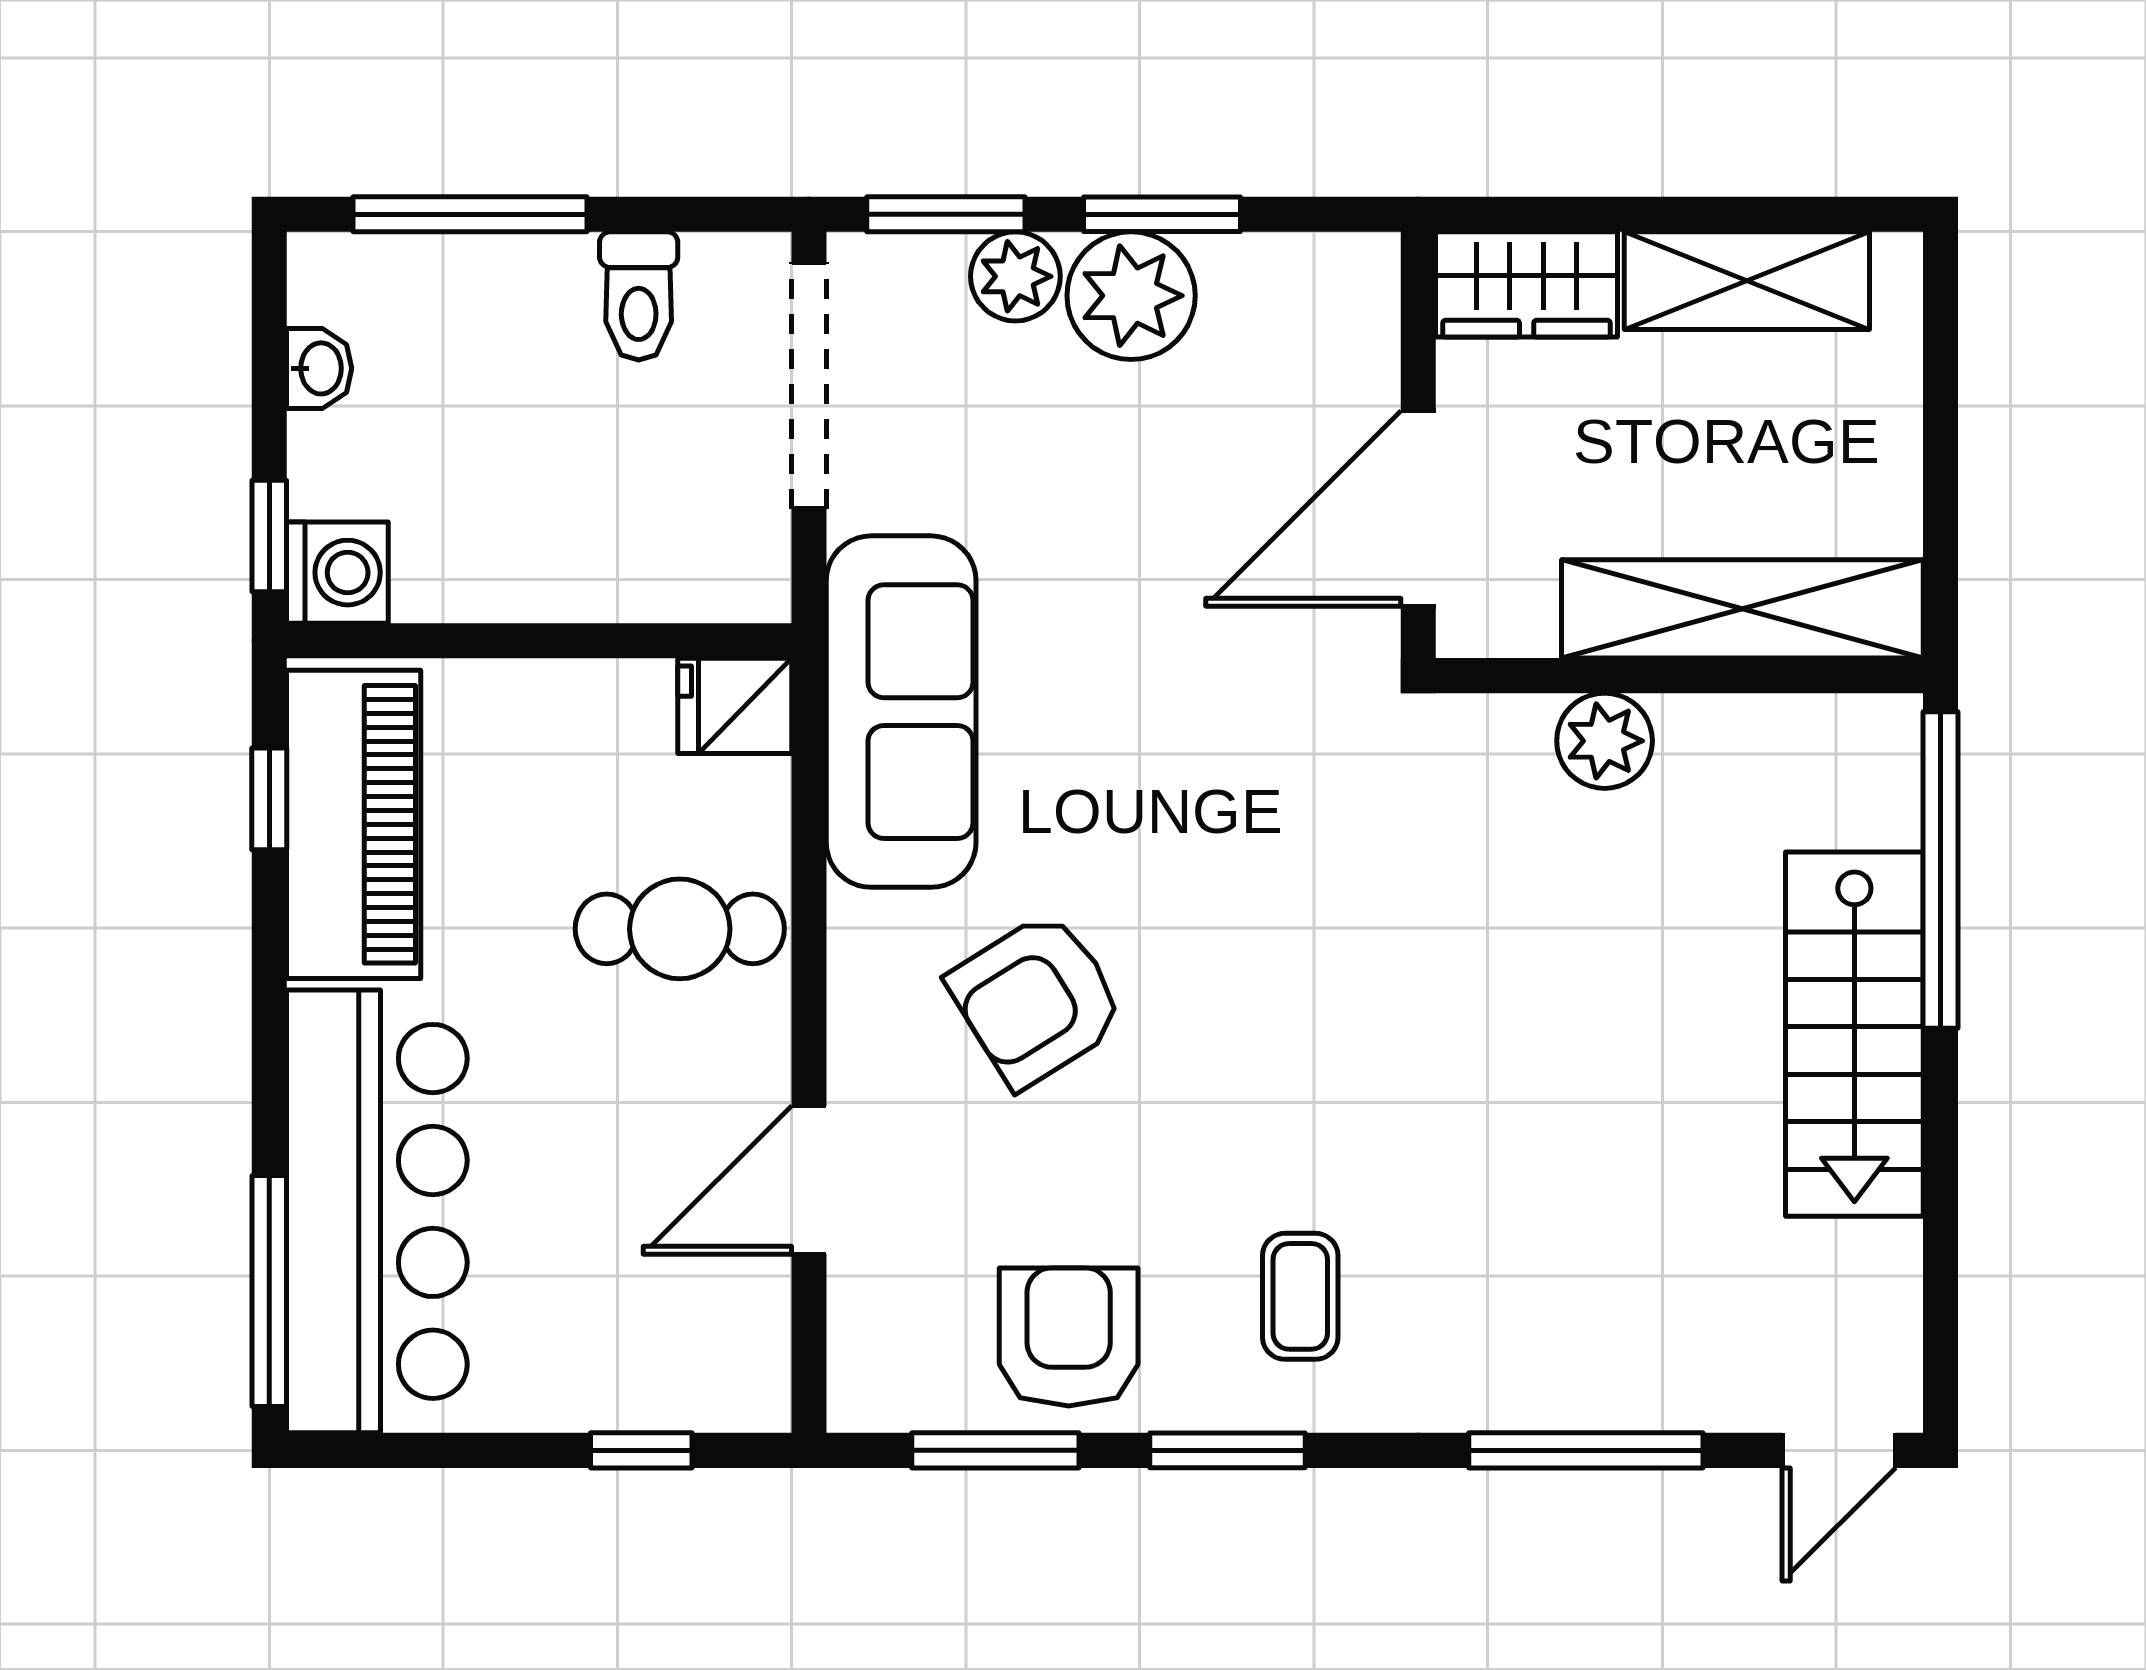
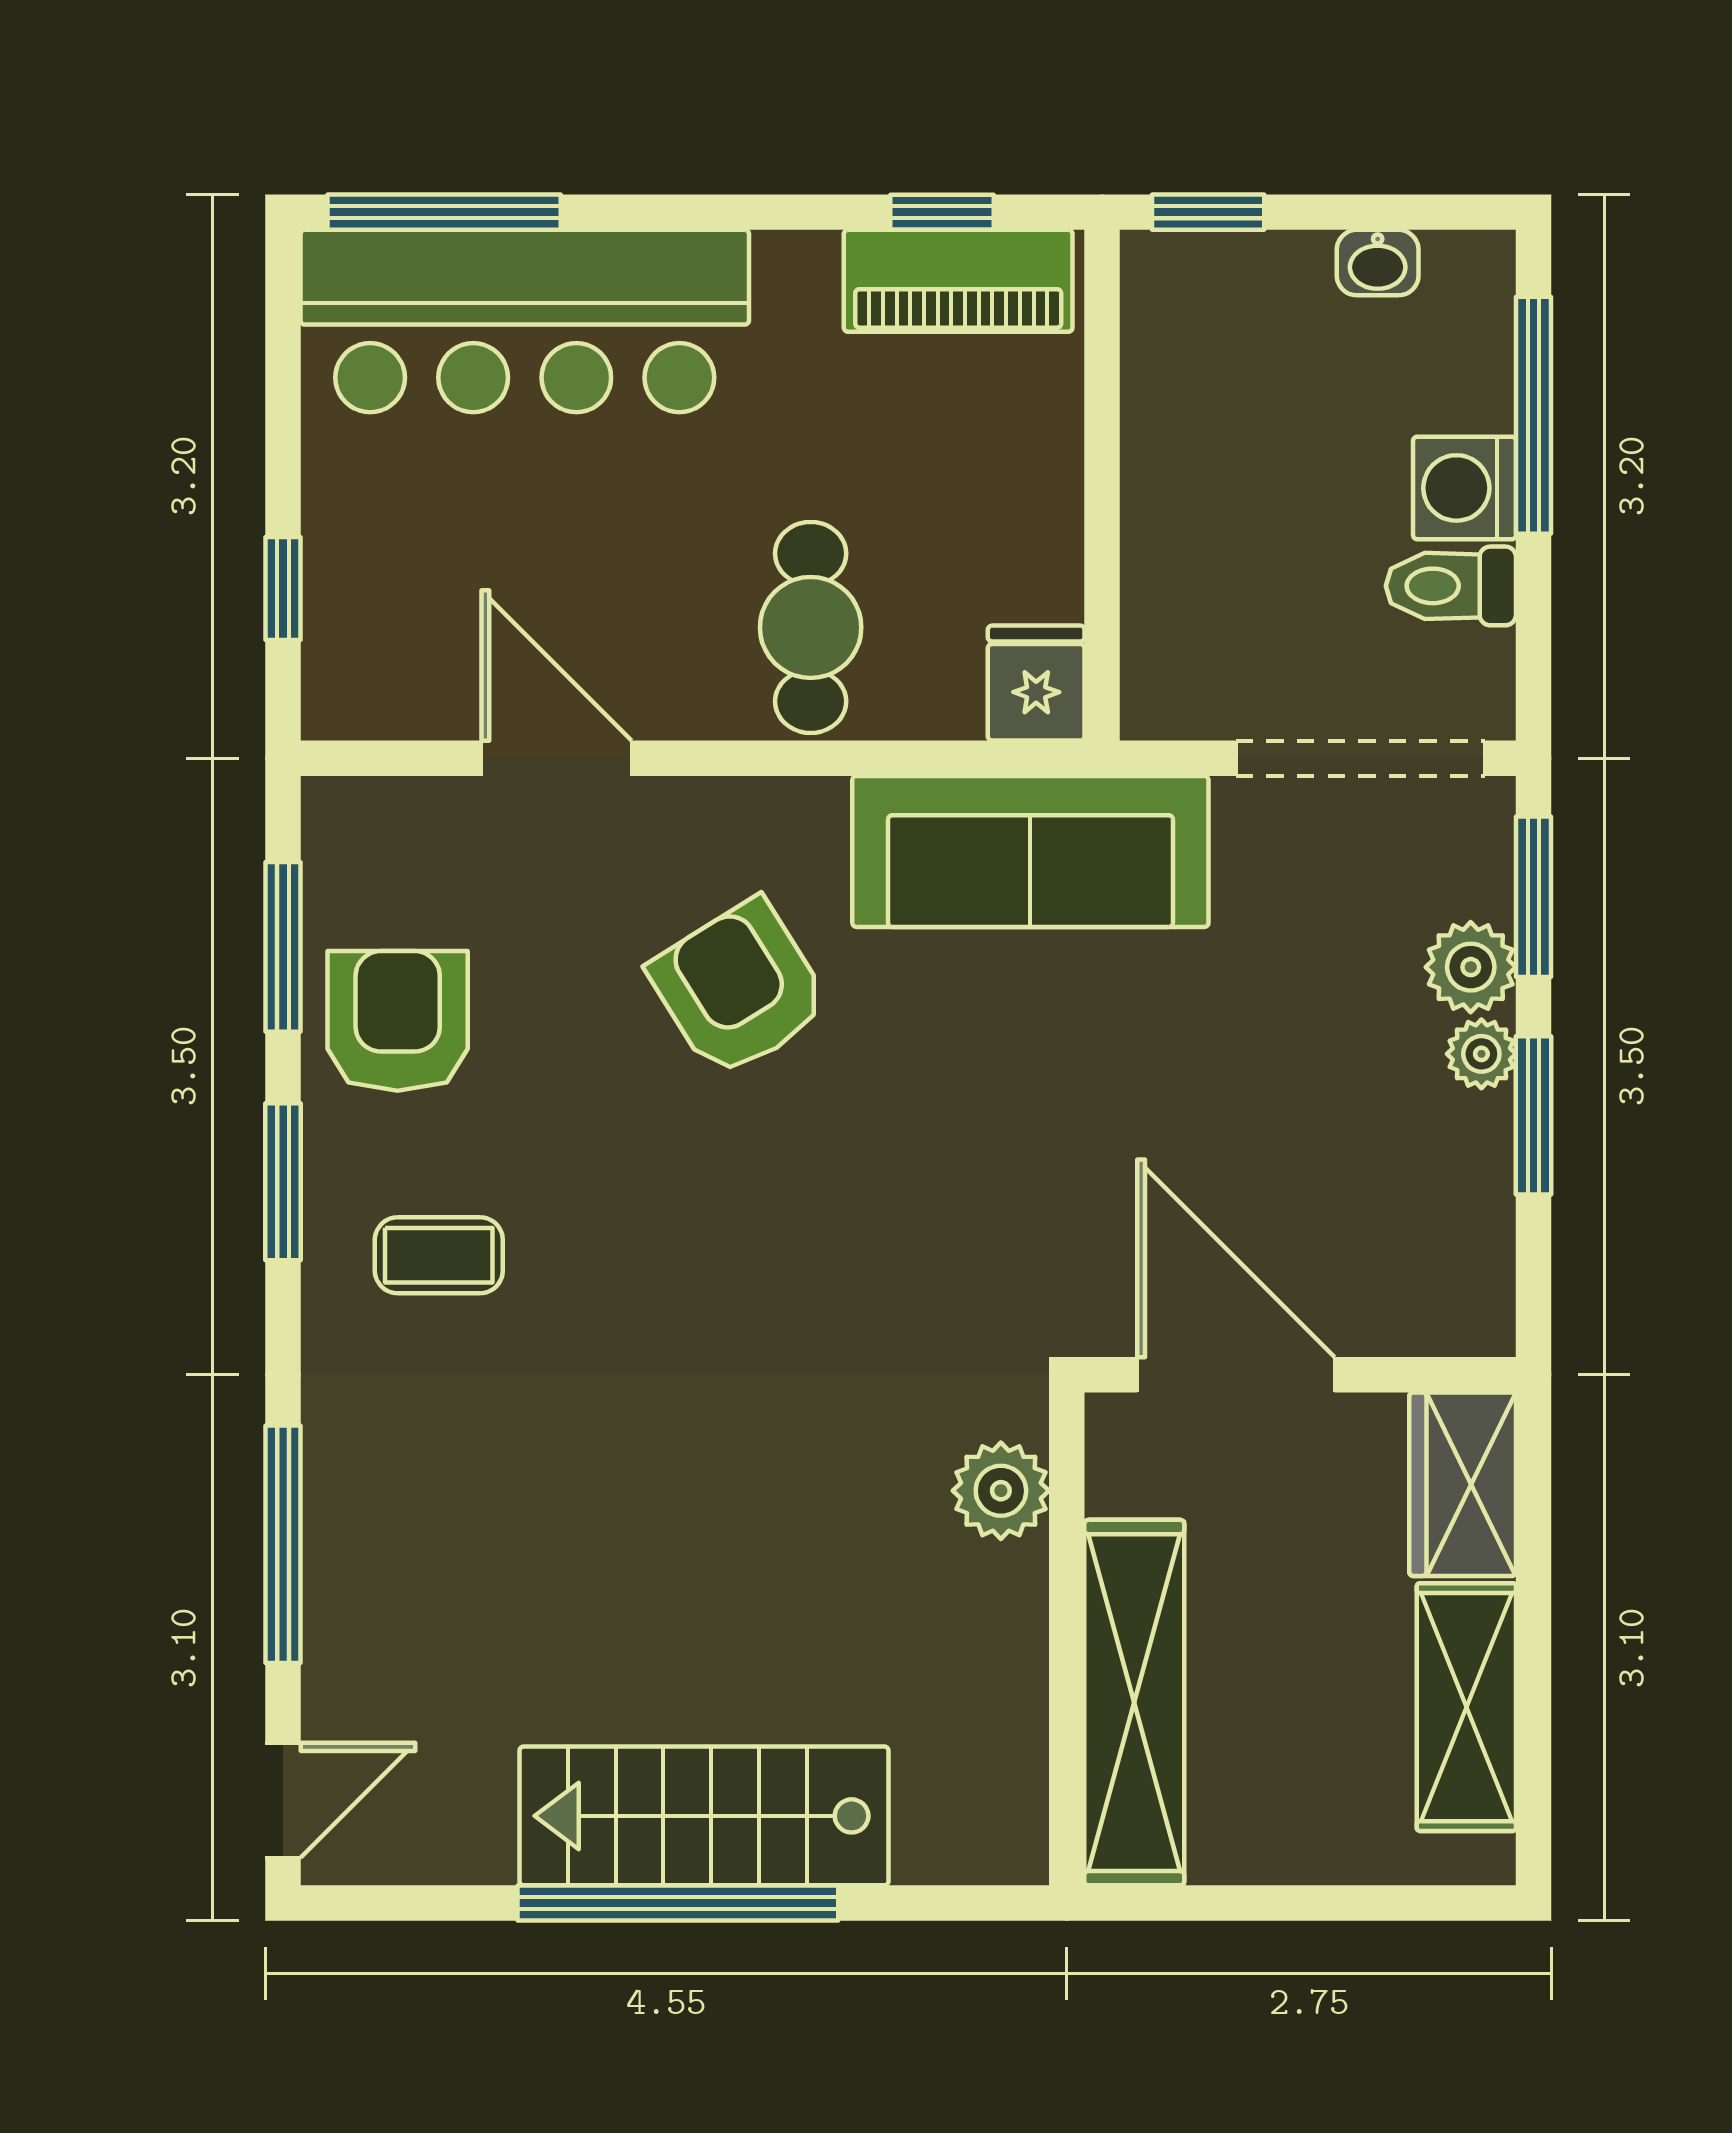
plant: (1131, 296) -> (1481, 1054), width x0.53, depth x0.53
washing machine: (337, 573) -> (1465, 488), moved, turned 90
plant: (1605, 741) -> (1001, 1491), moved
piano: (354, 824) -> (958, 281), width x0.73, depth x0.75
window: (1941, 870) -> (678, 1903), moved
armchair: (1069, 1337) -> (398, 1021), turned -90
door: (1839, 1450) -> (283, 1800), swing flipped

